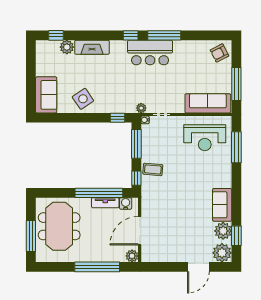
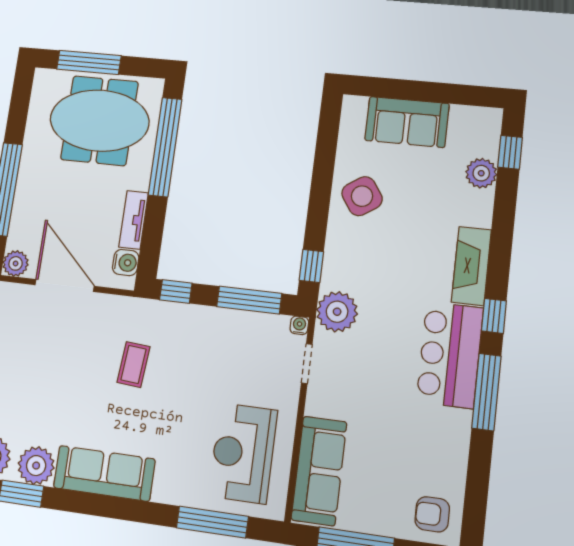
fireplace: (92, 47) -> (471, 266), moved
armchair: (219, 53) -> (432, 514), turned -63
sofa: (46, 95) -> (407, 122), moved
plant: (141, 108) -> (337, 312), width x1.87, depth x1.87
coffee table: (153, 169) -> (134, 365), moved
window: (99, 193) -> (165, 147), moved
sofa: (222, 205) -> (104, 473), width x1.36

